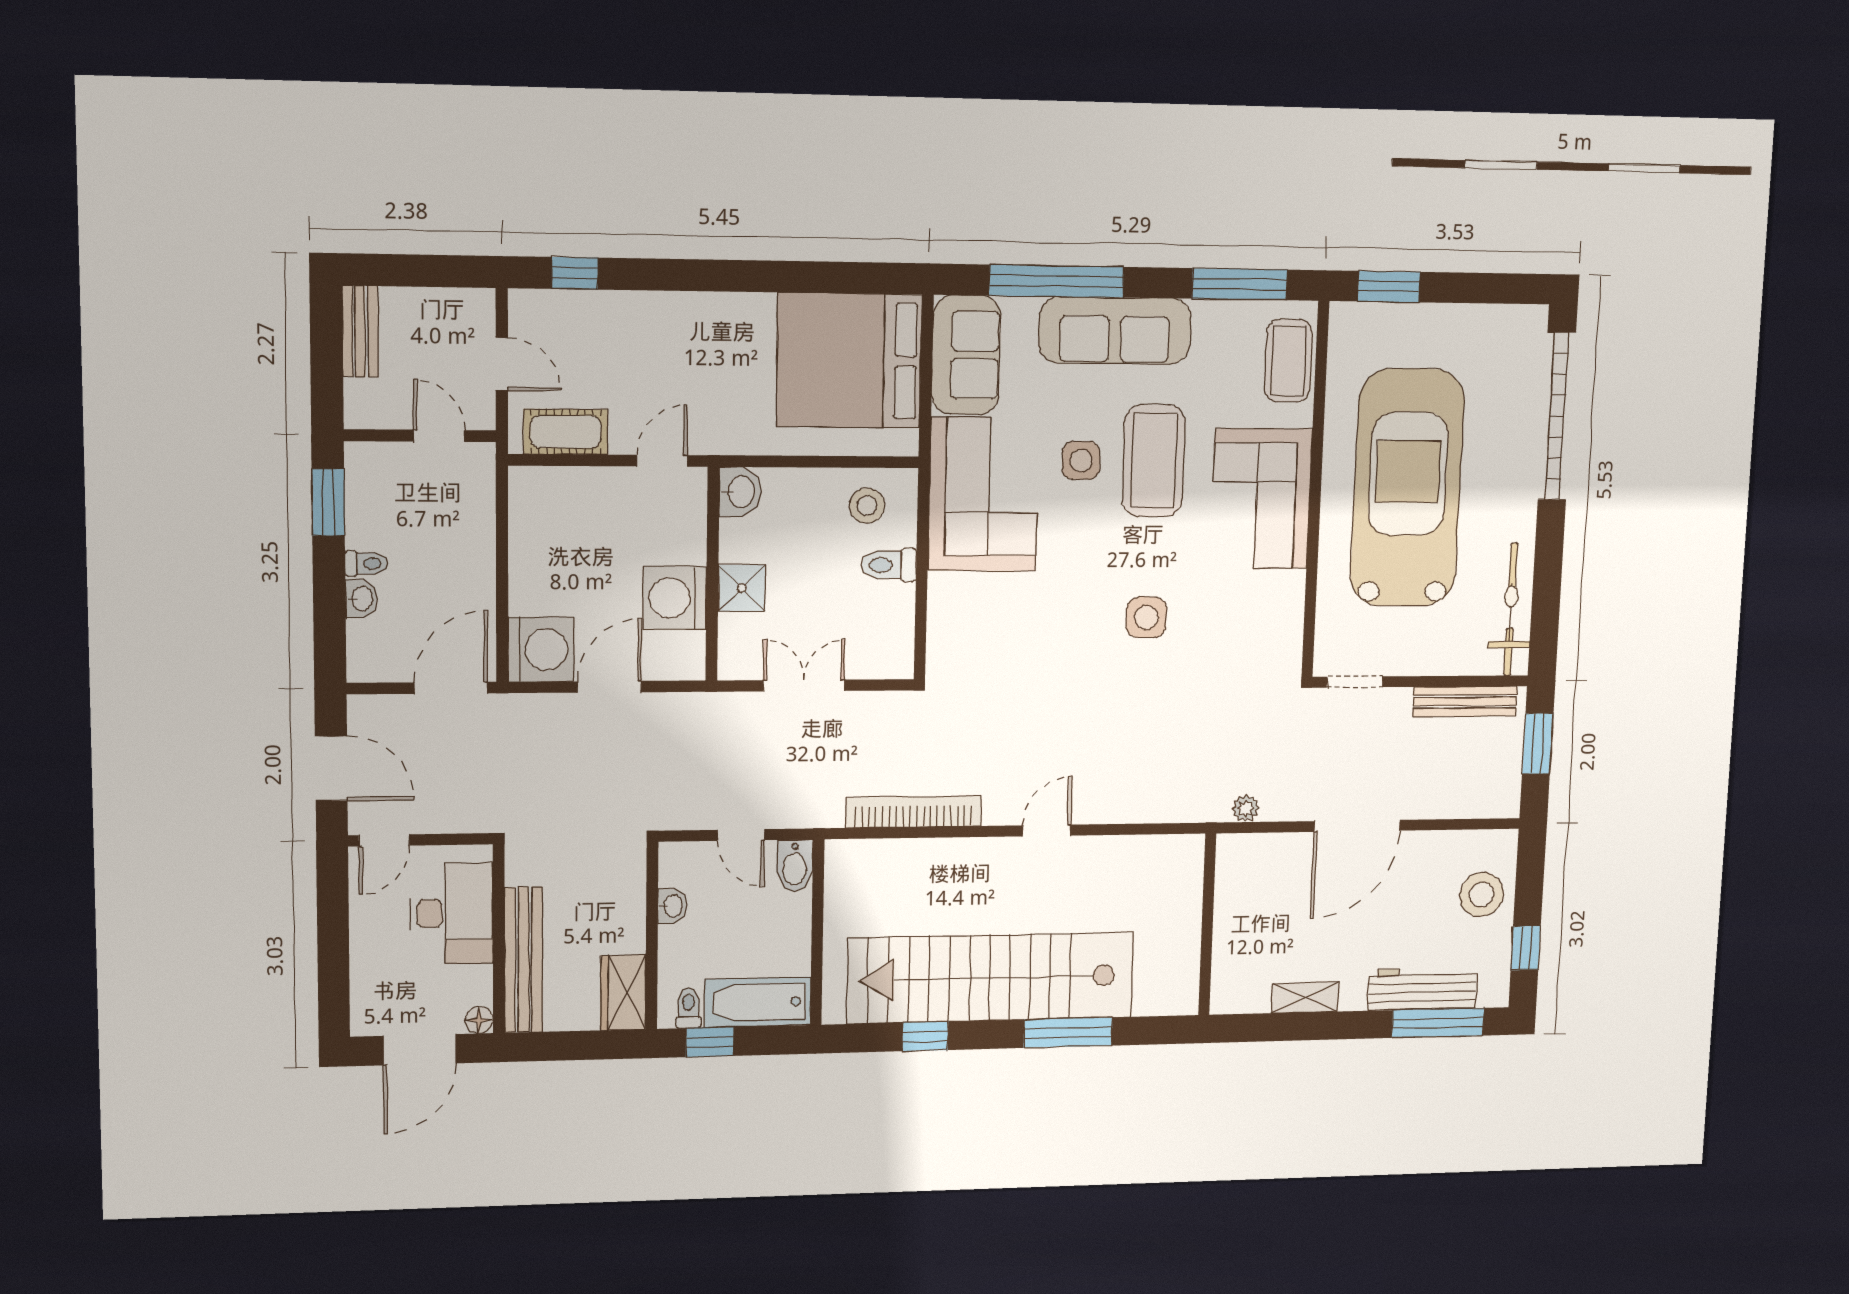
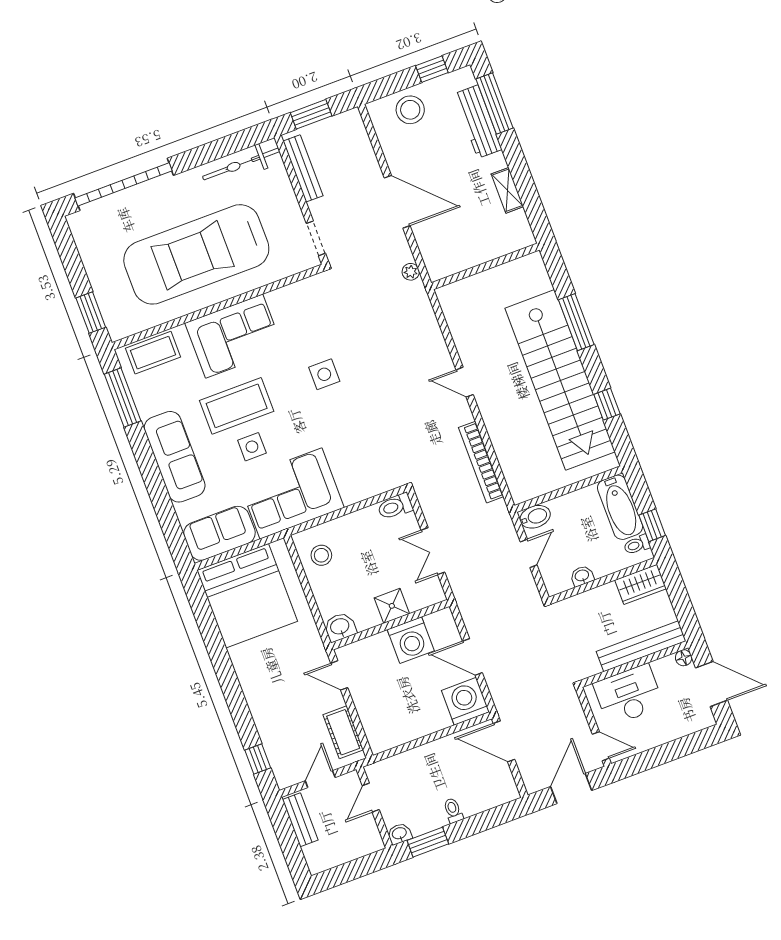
window: (1057, 281) -> (161, 500), removed
bench: (360, 331) -> (300, 820), moved, turned 90
toilet: (889, 565) -> (395, 507), moved, turned 90
washbasin: (361, 599) -> (399, 834), moved

